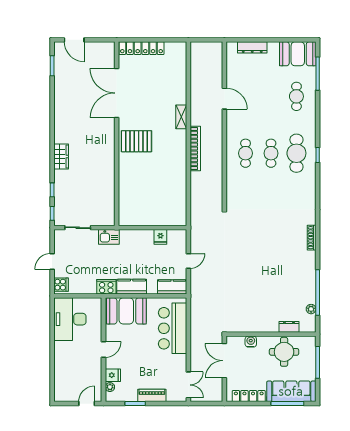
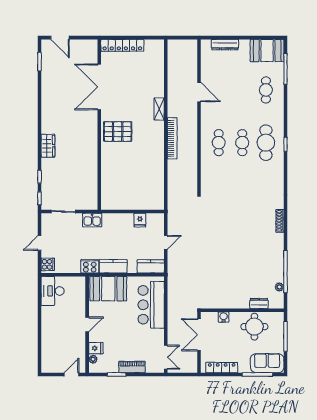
desk: (70, 319) -> (53, 291), width x0.73, depth x0.77
sofa: (291, 391) -> (267, 363), width x0.73

